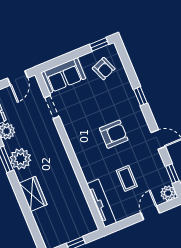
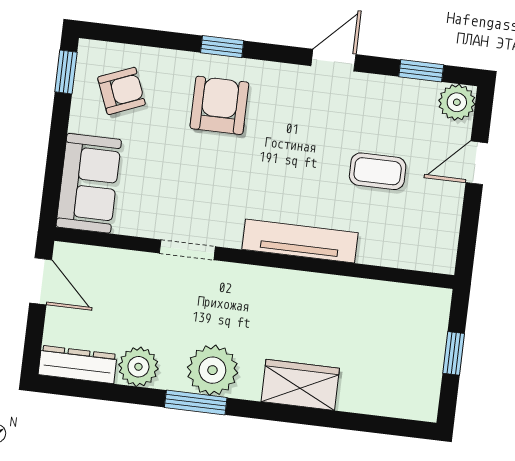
doorway: (52, 107) -> (187, 250), moved
armchair: (114, 134) -> (219, 105), moved
tv unit: (101, 203) -> (300, 241), moved
door: (150, 213) -> (477, 163), hinge flipped

